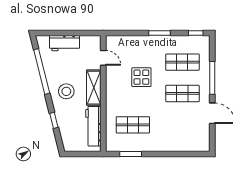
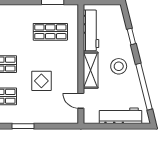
workbench: (64, 43) -> (121, 116), width x1.37

